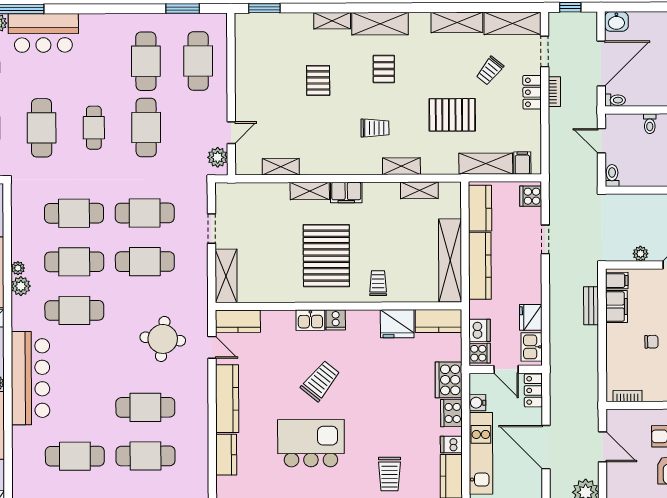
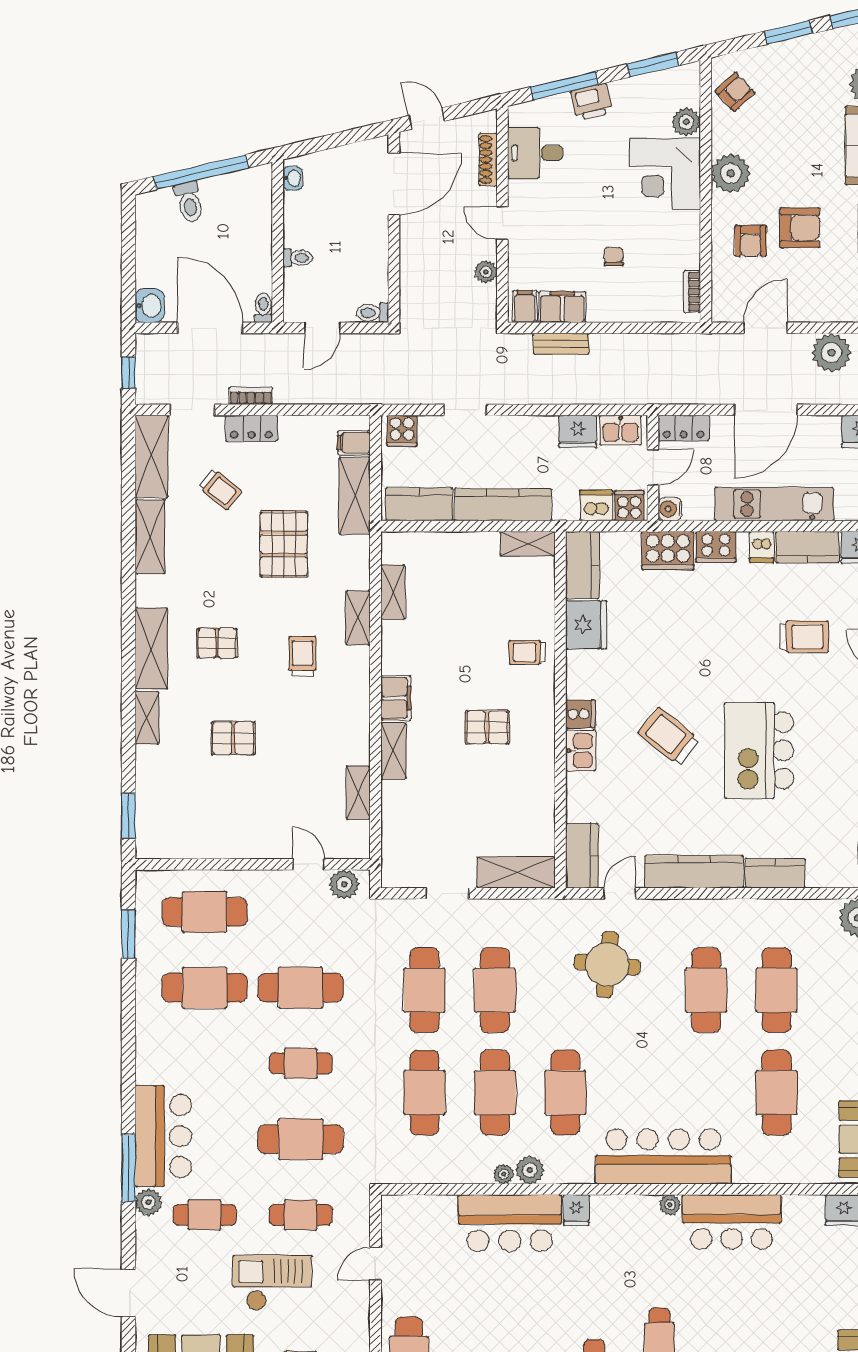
pallet: (326, 256) -> (487, 727), width x0.49, depth x0.50
shelving: (450, 260) -> (528, 544), width x0.45, depth x0.75
water cooler: (477, 403) -> (670, 509), moved, turned 90

